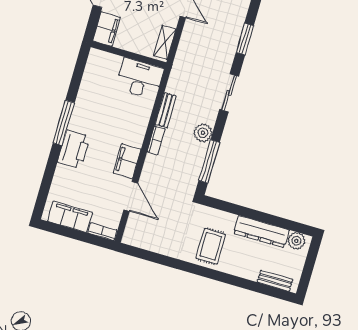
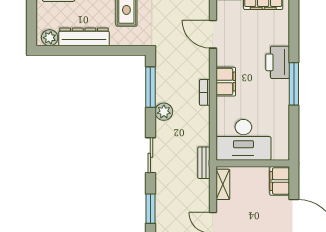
desk: (140, 79) -> (243, 140), width x1.36, depth x1.30
bench: (166, 110) -> (204, 163), moved
filing cabinet: (127, 161) -> (226, 82), moved

